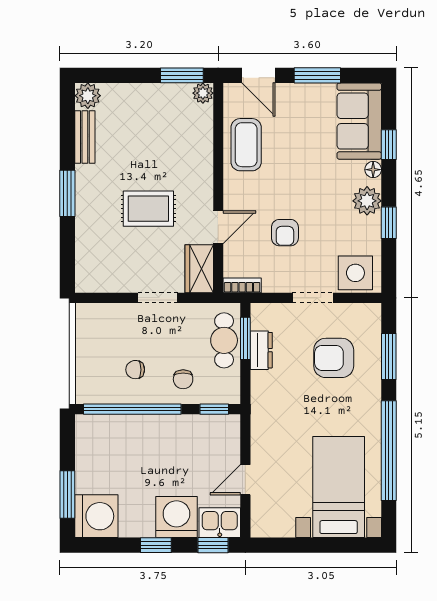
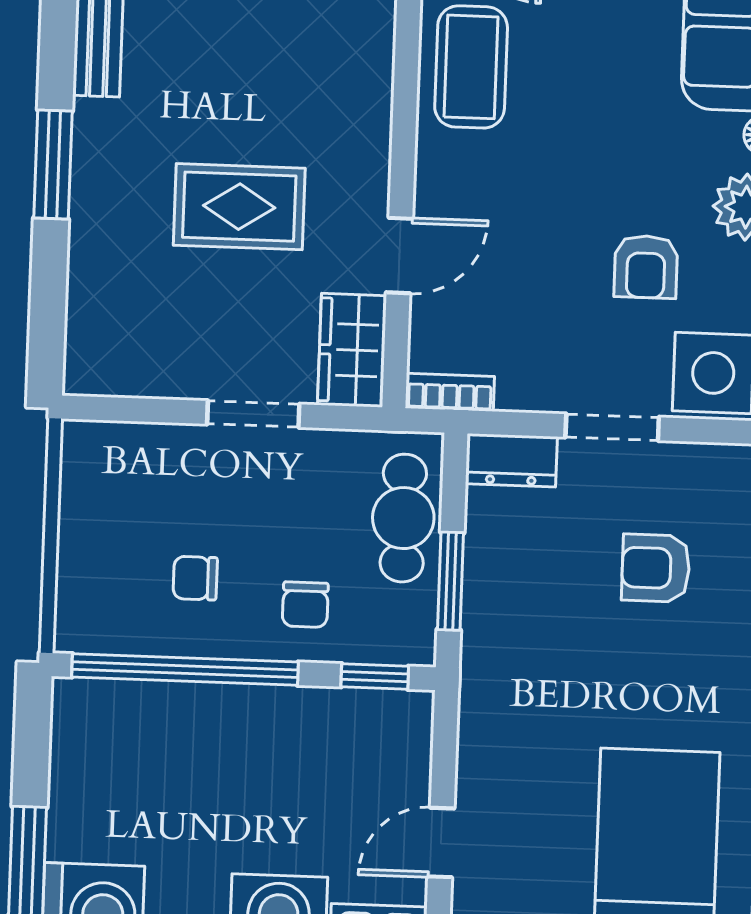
armchair: (285, 233) -> (646, 267), moved
window: (245, 338) -> (451, 581), moved
dresser: (261, 350) -> (511, 460), moved, turned 90
armchair: (334, 358) -> (656, 568), width x0.72, depth x0.72

